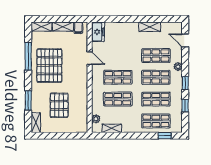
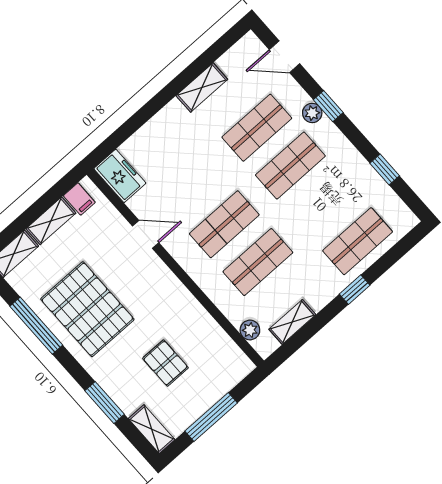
window: (185, 83) -> (328, 106), moved
shop shelf: (156, 99) -> (324, 203), removed
pallet: (59, 105) -> (165, 363), width x0.67, depth x0.71
window: (58, 136) -> (211, 417), added
window: (165, 136) -> (355, 290), moved

